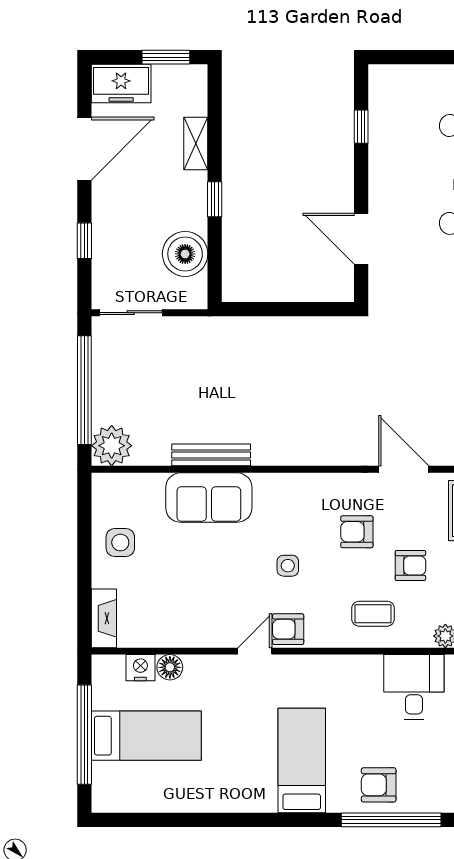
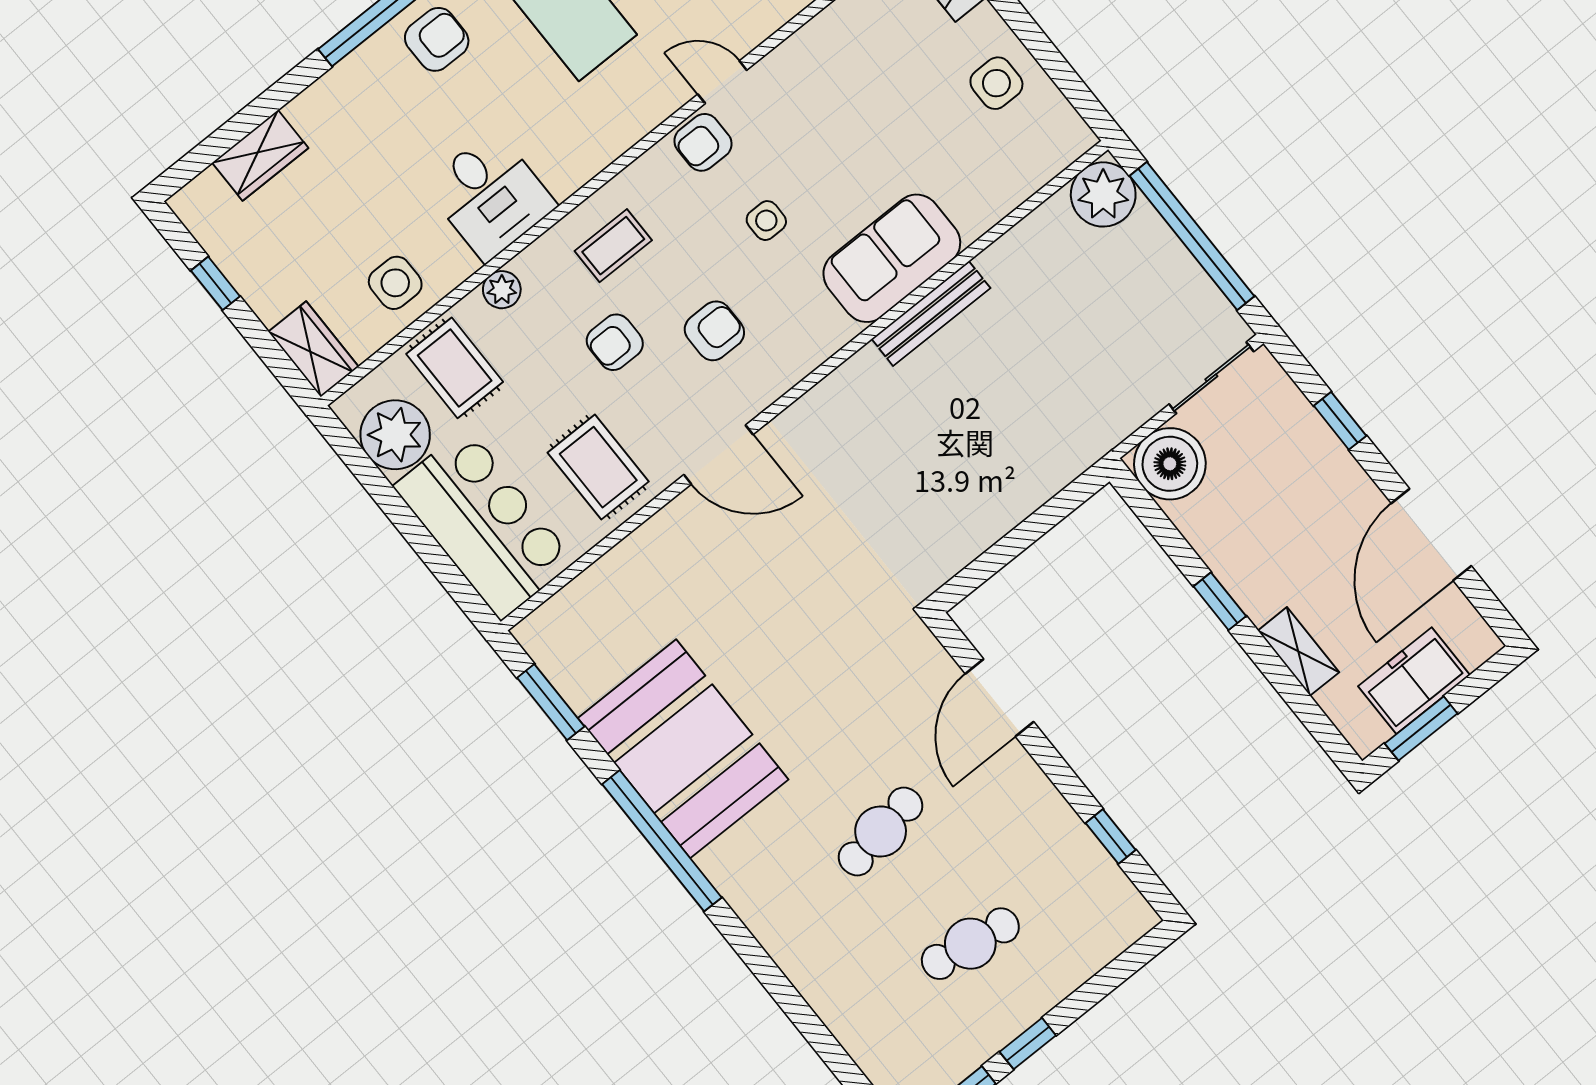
freezer: (121, 84) -> (1414, 681), moved
door: (361, 239) -> (1000, 698), swing flipped
boiler: (185, 254) -> (1170, 464), moved
bench: (211, 455) -> (931, 313), moved
sofa: (209, 498) -> (892, 258), moved
armchair: (288, 629) -> (703, 142), turned 180
door: (255, 651) -> (722, 82), swing flipped

